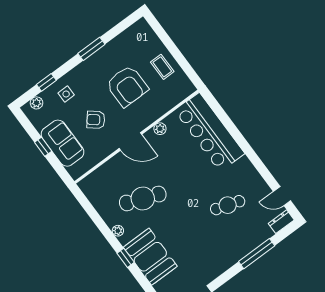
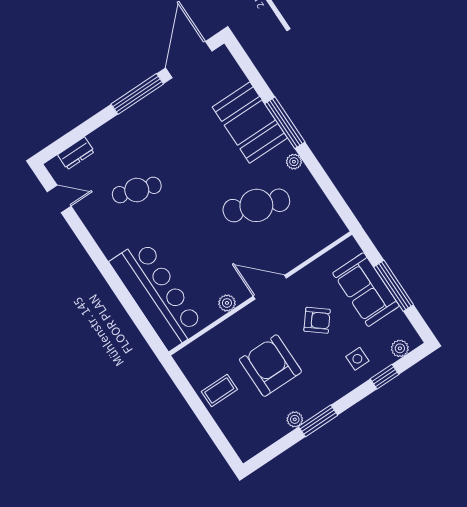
plant: (108, 49) -> (295, 419), added
coffee table: (162, 67) -> (219, 390), turned 90
window: (43, 147) -> (394, 286), width x2.17
dresser: (281, 222) -> (76, 153), moved
window: (257, 254) -> (137, 94), moved
window: (126, 258) -> (285, 123), width x2.17

